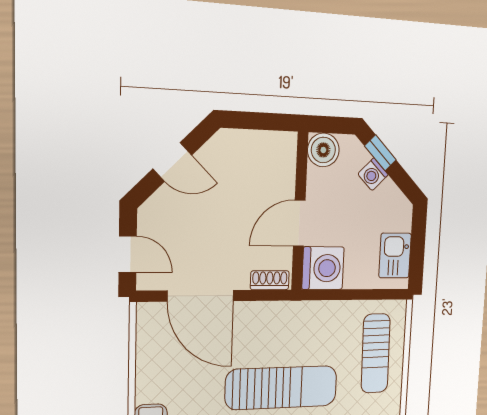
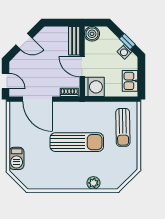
window: (380, 153) -> (127, 42), moved
bench: (285, 164) -> (74, 41), added
washing machine: (373, 174) -> (125, 52), moved
door: (299, 223) -> (82, 67), hinge flipped

